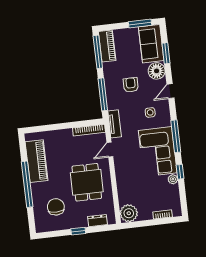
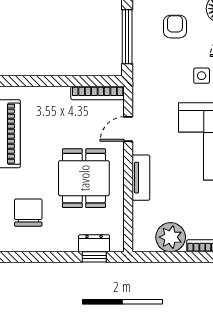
tv unit: (115, 124) -> (141, 178), moved
plant: (129, 213) -> (171, 237), moved
window: (78, 231) -> (94, 257), moved

